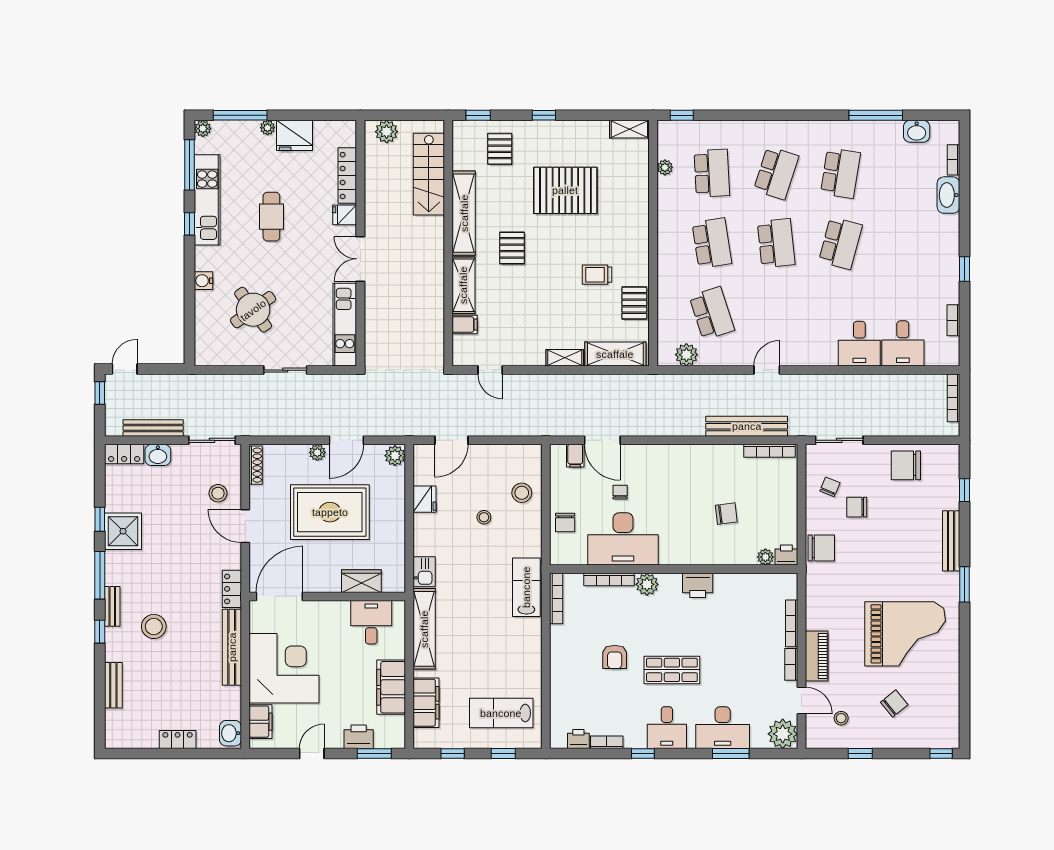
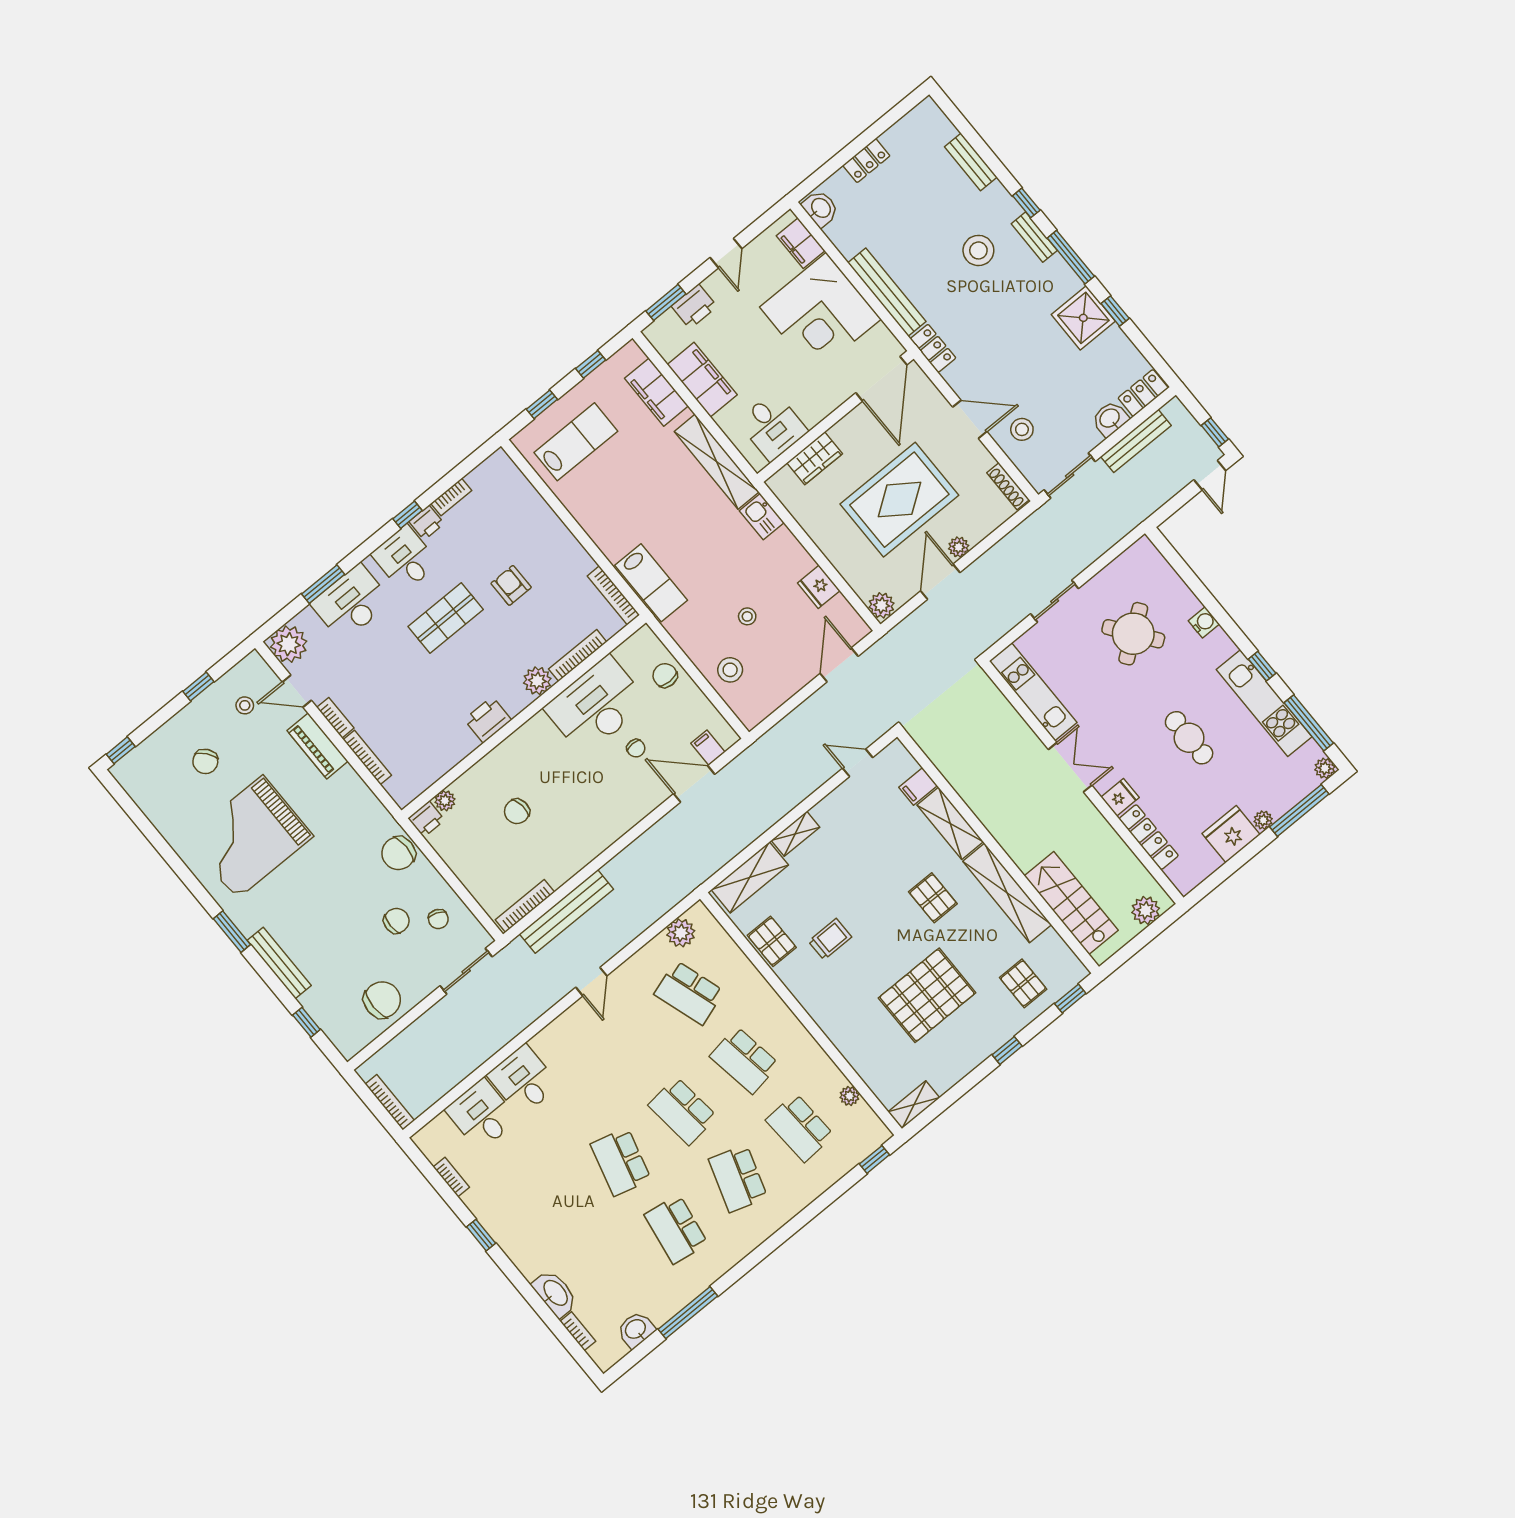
printer: (578, 739) -> (427, 523), moved

